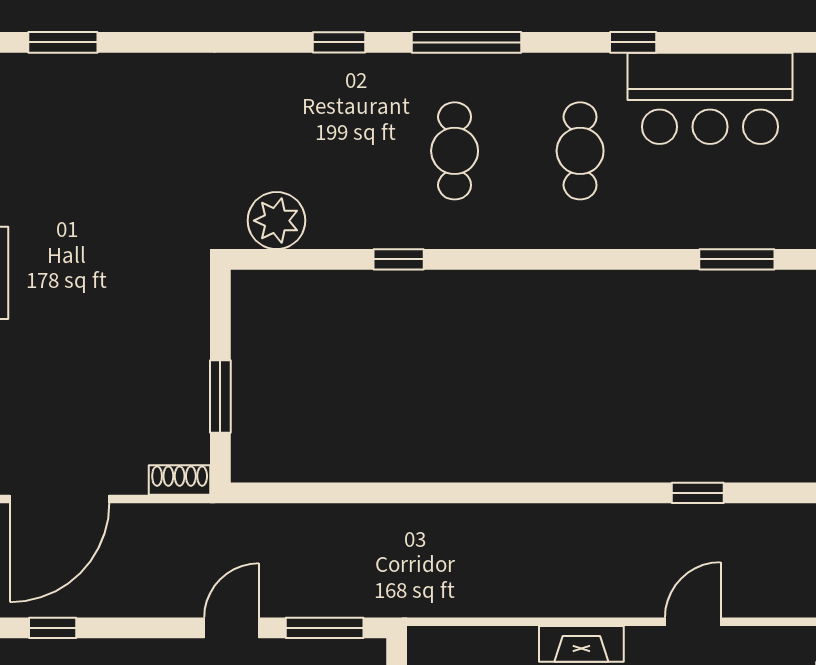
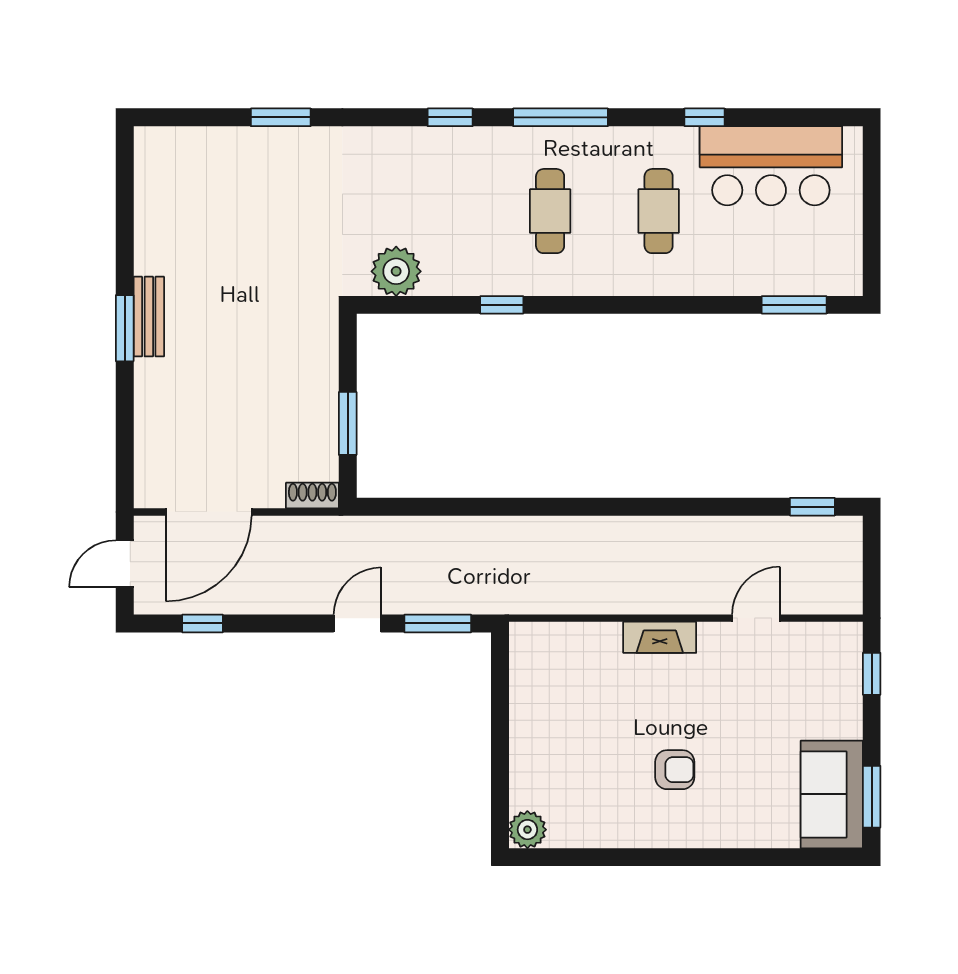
window: (63, 42) -> (281, 117), moved
window: (698, 493) -> (812, 507), moved

